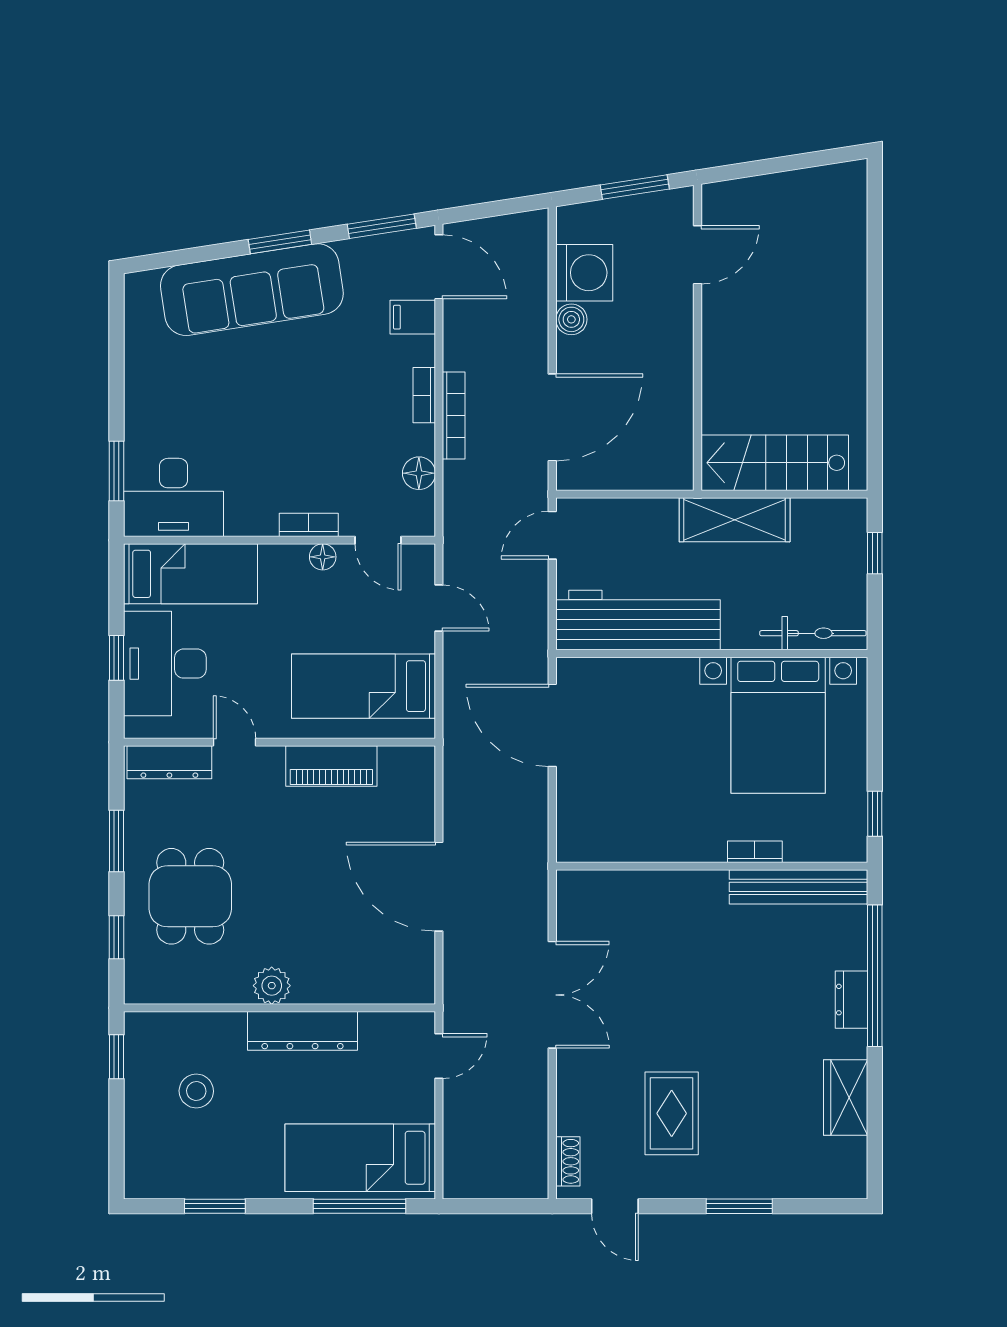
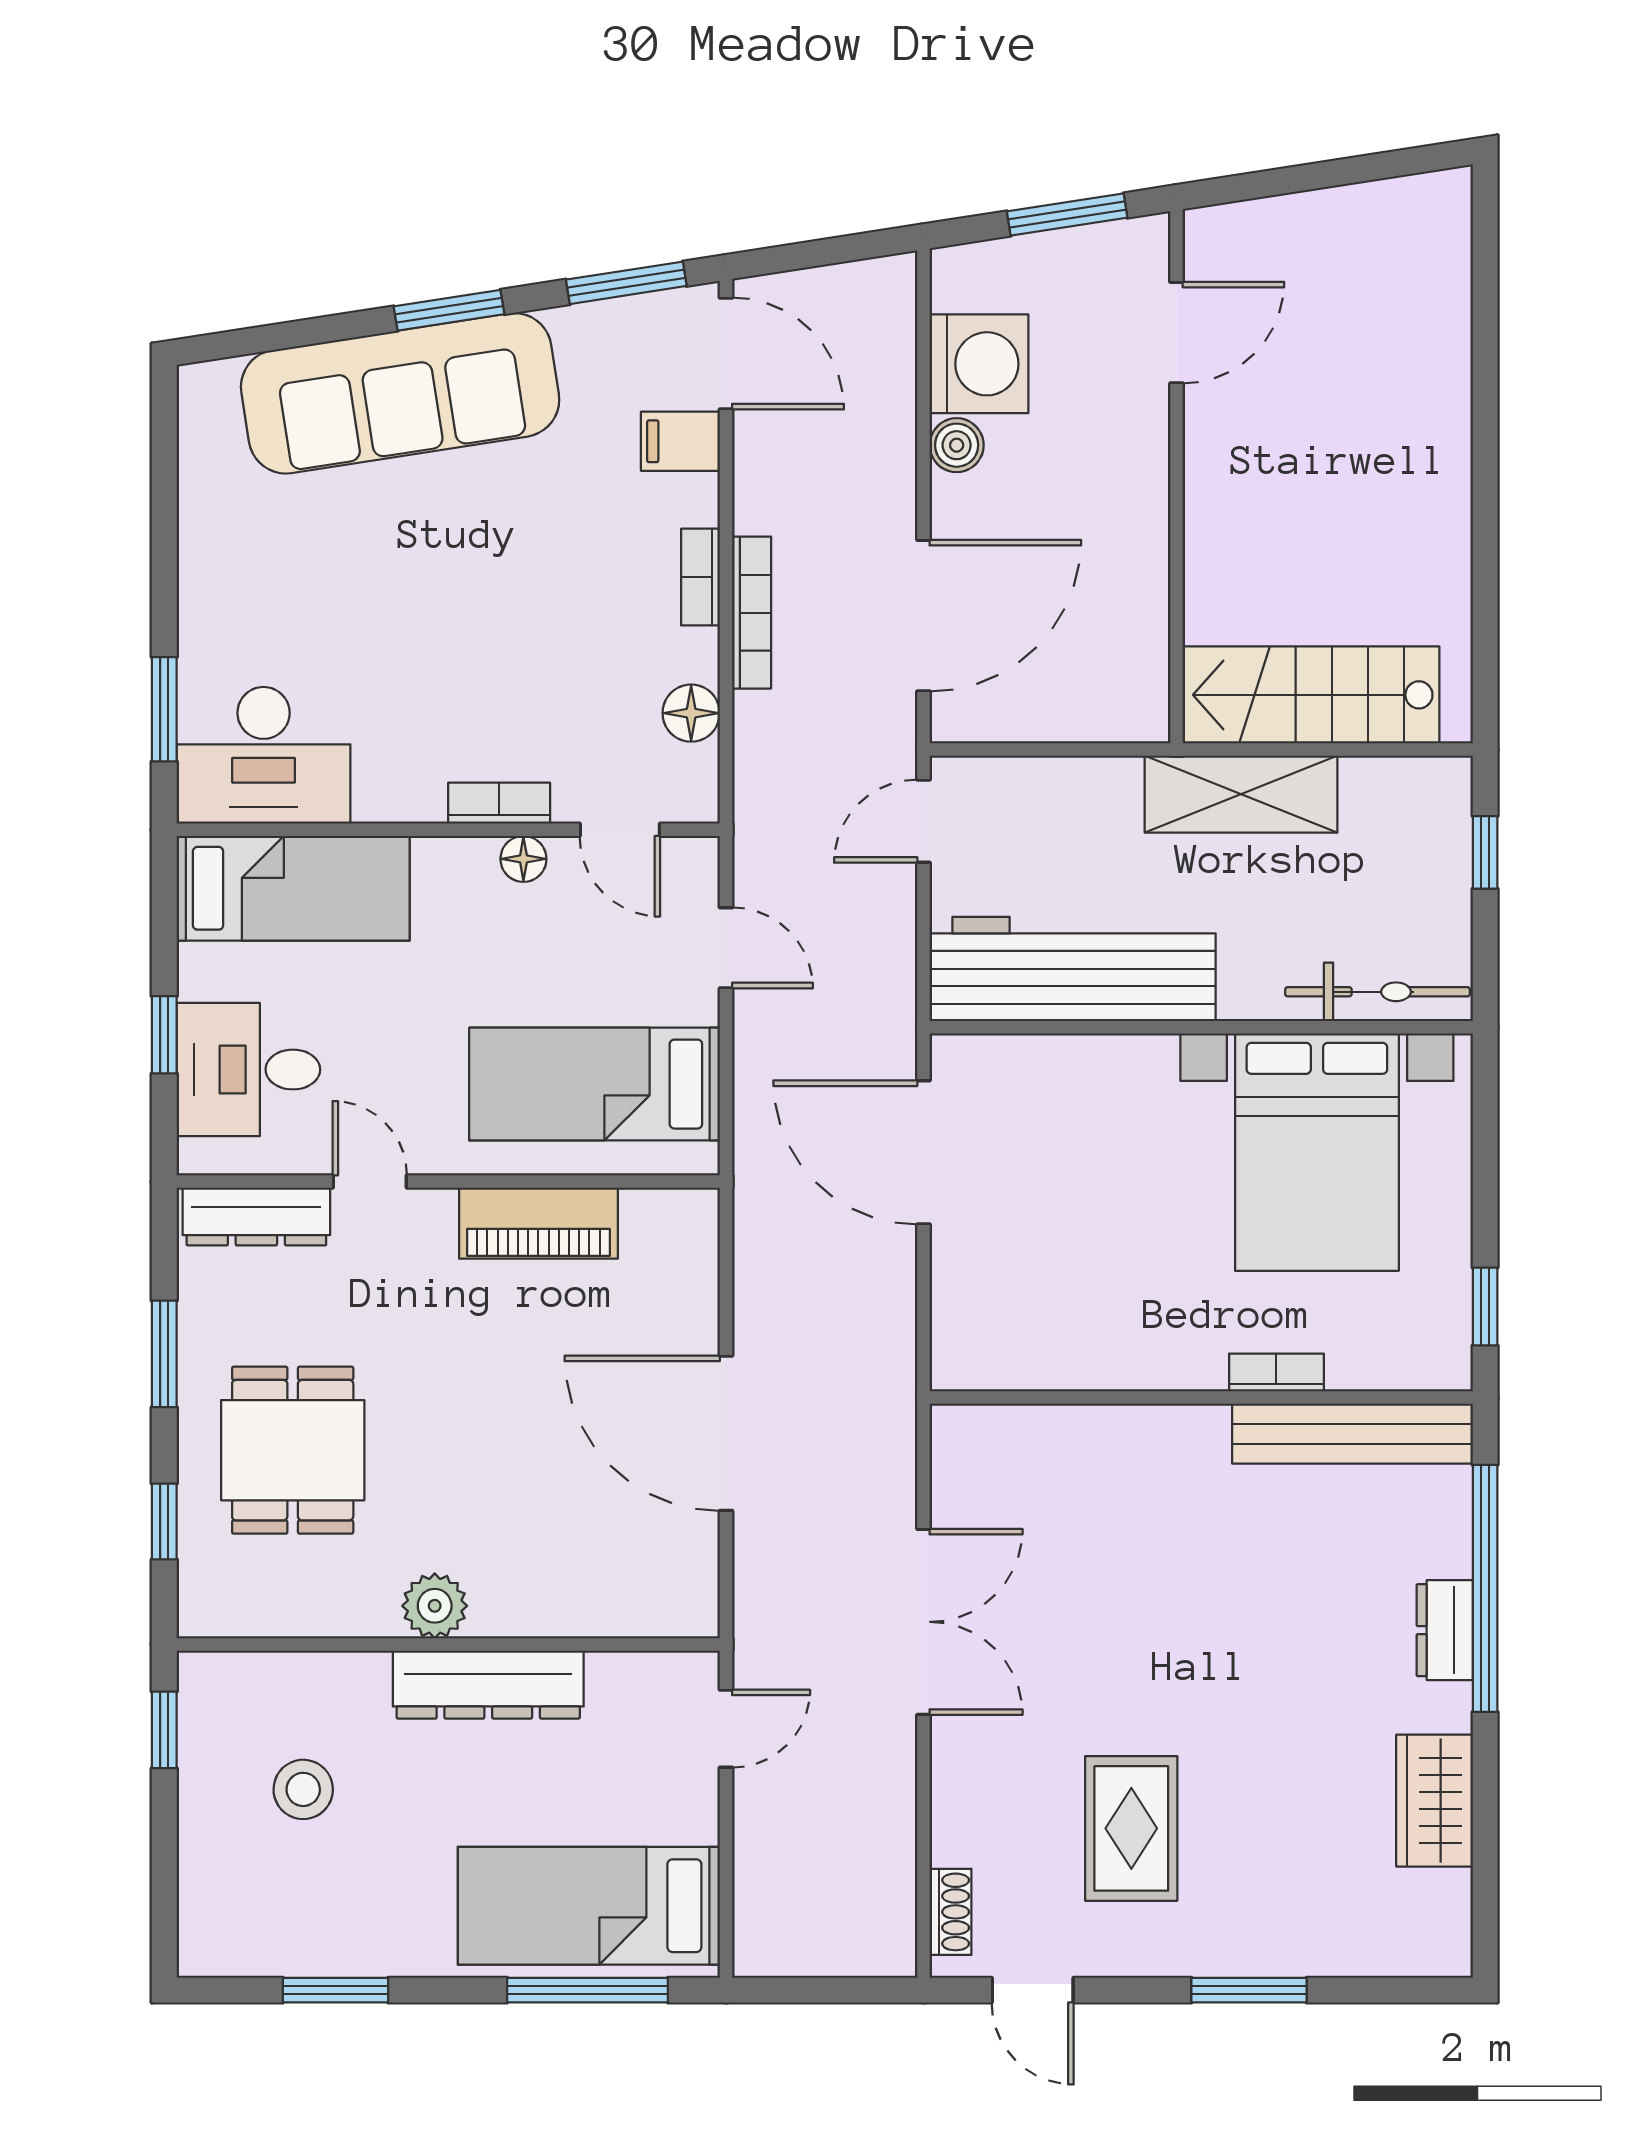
desk: (165, 664) -> (248, 1070), width x0.73

